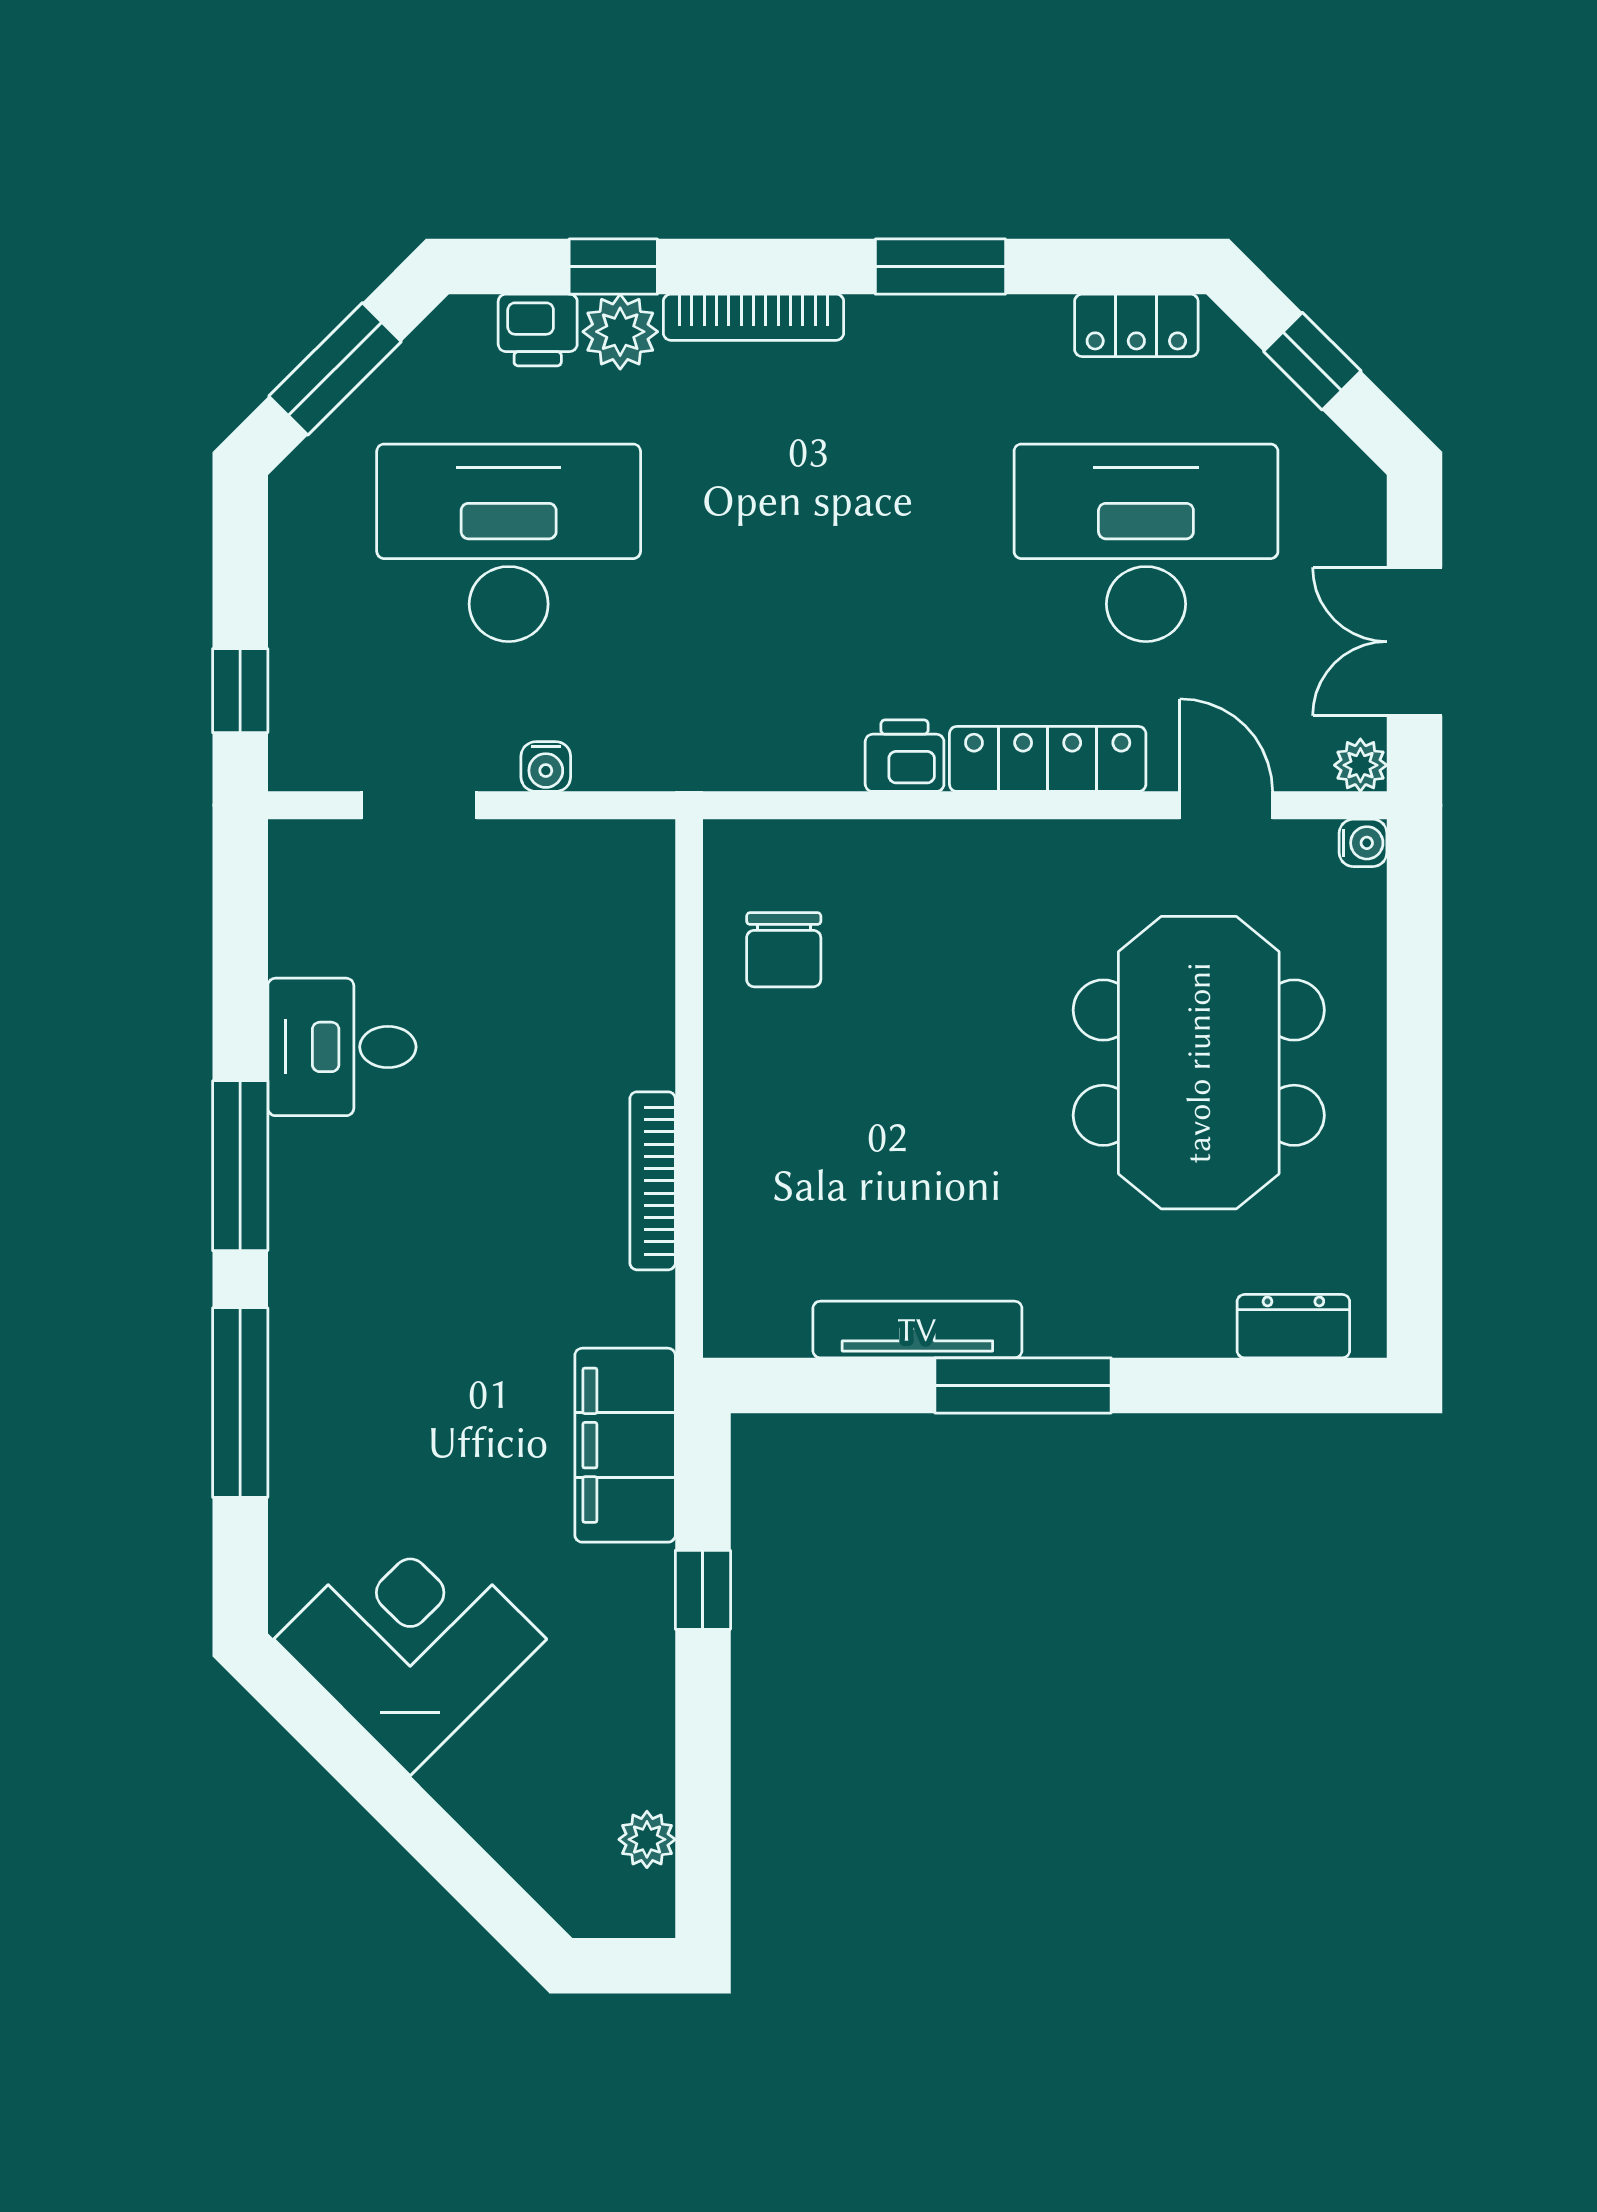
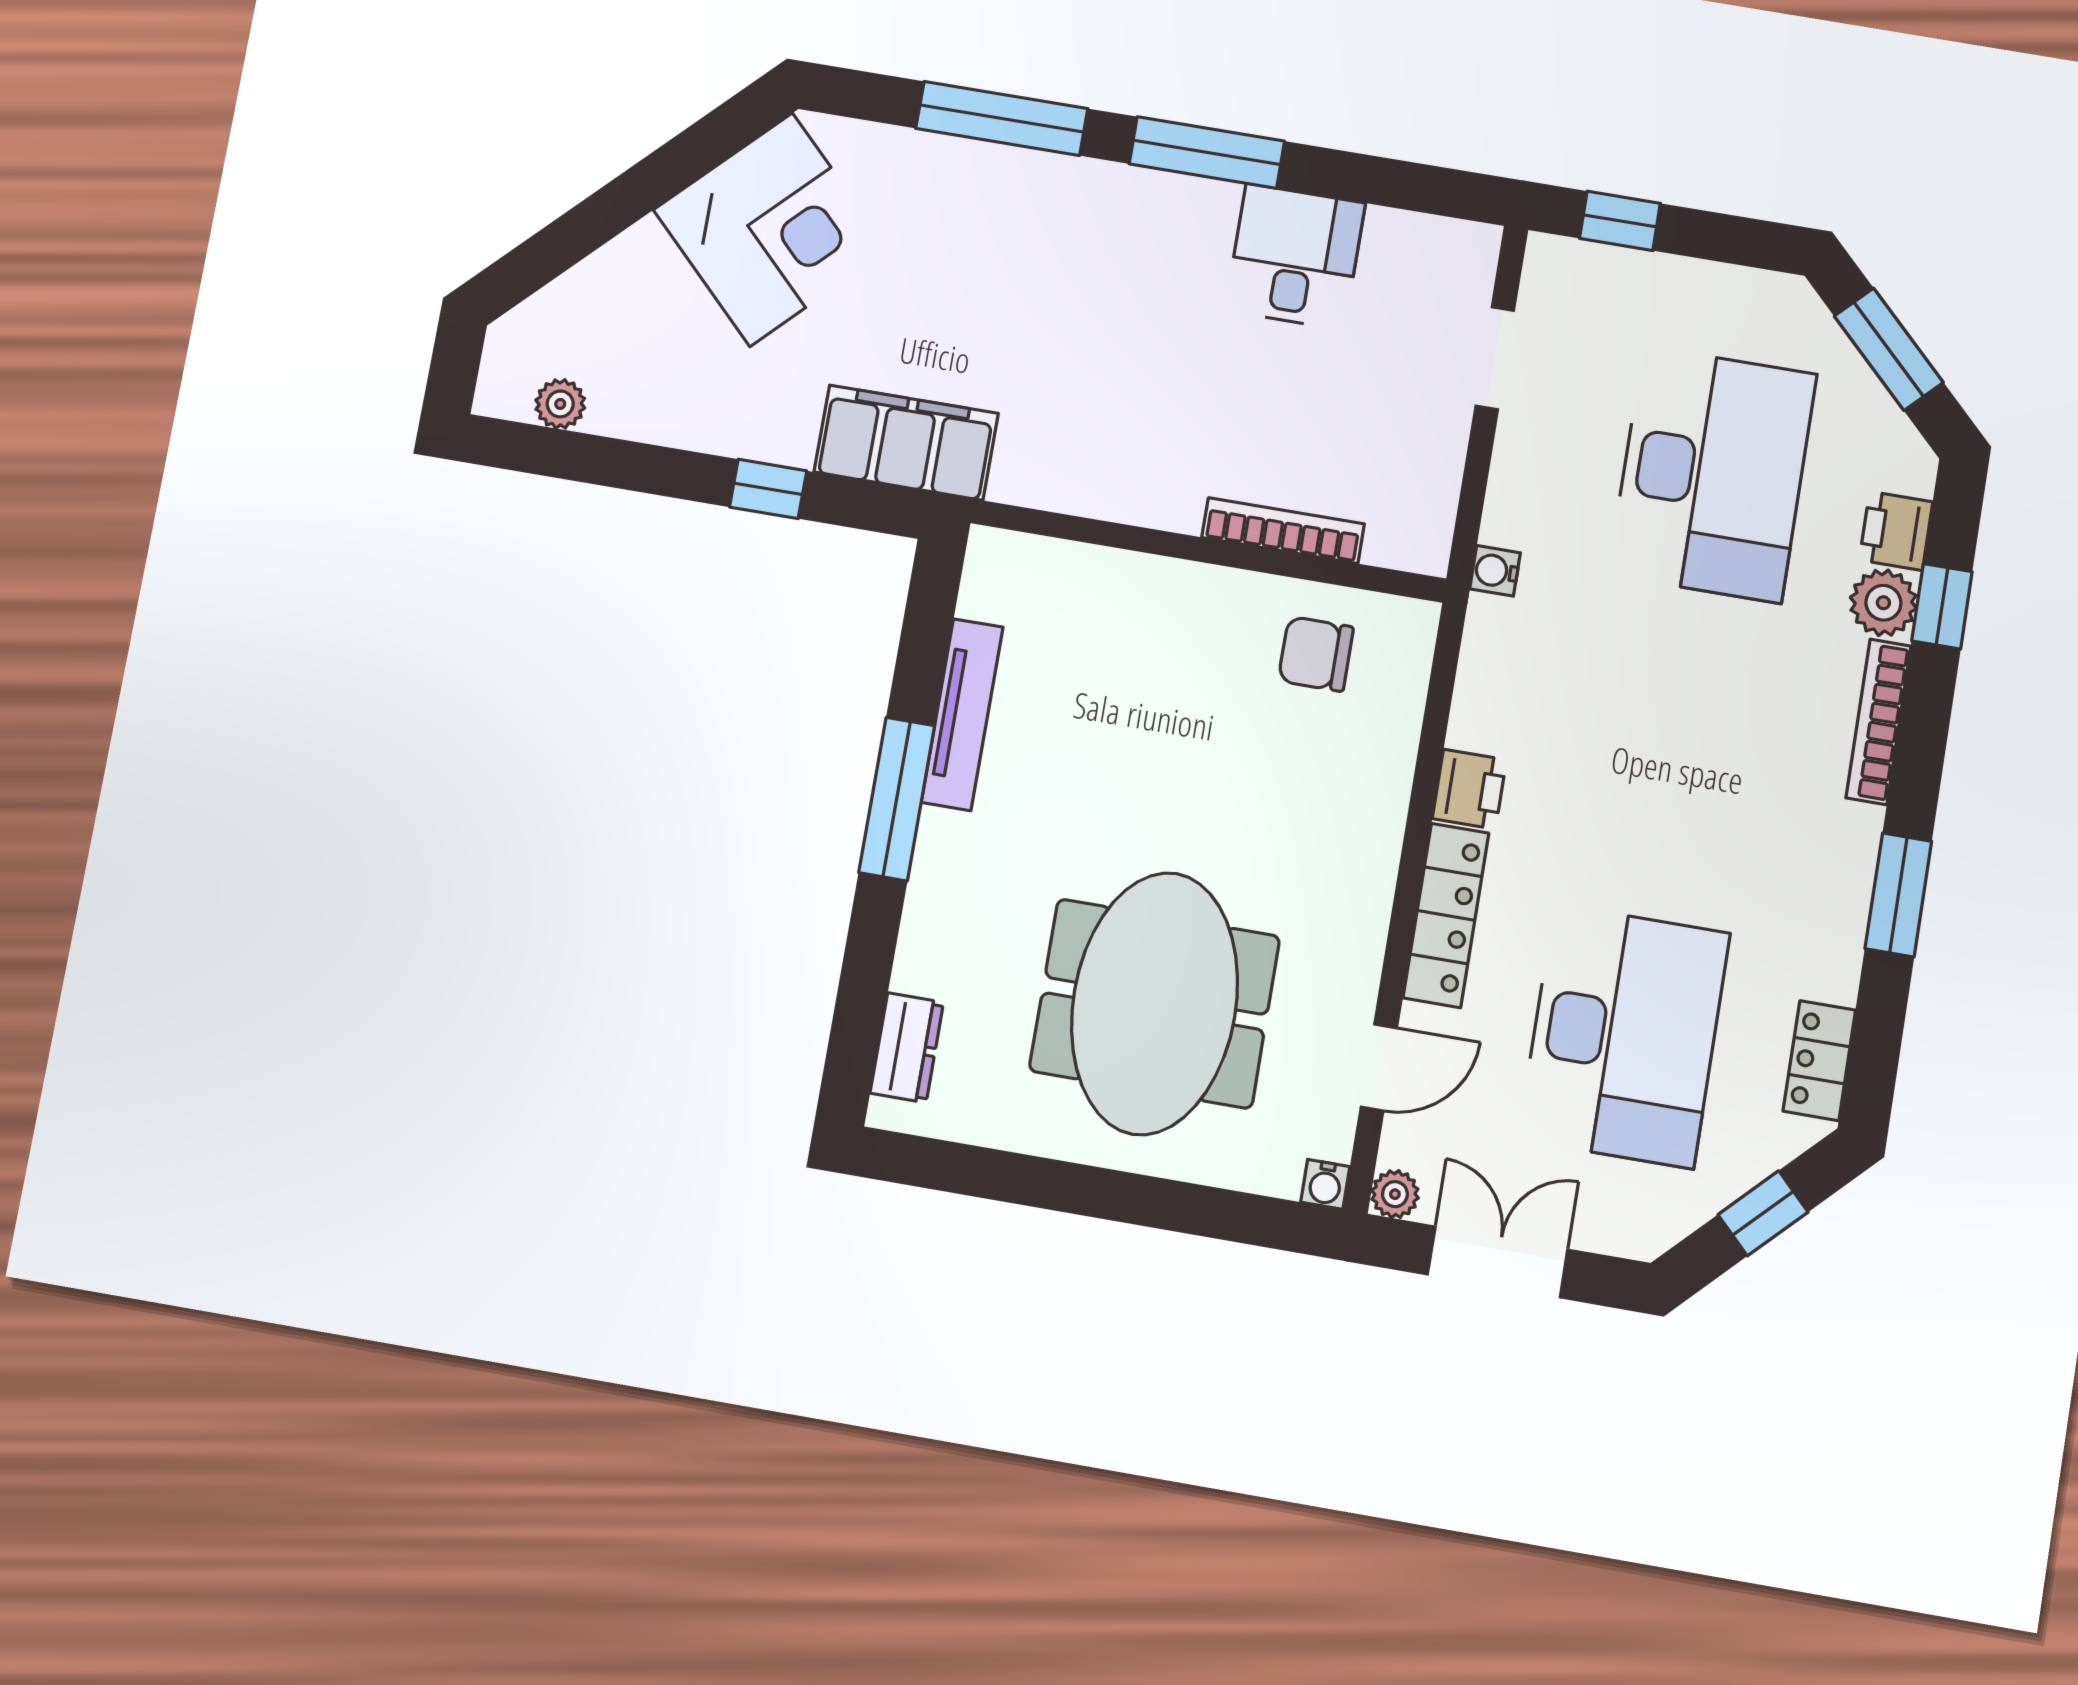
water cooler: (546, 767) -> (1495, 571), moved
meeting table: (1199, 1063) -> (1155, 1004), turned 90
bookcase: (653, 1181) -> (1283, 531), moved

